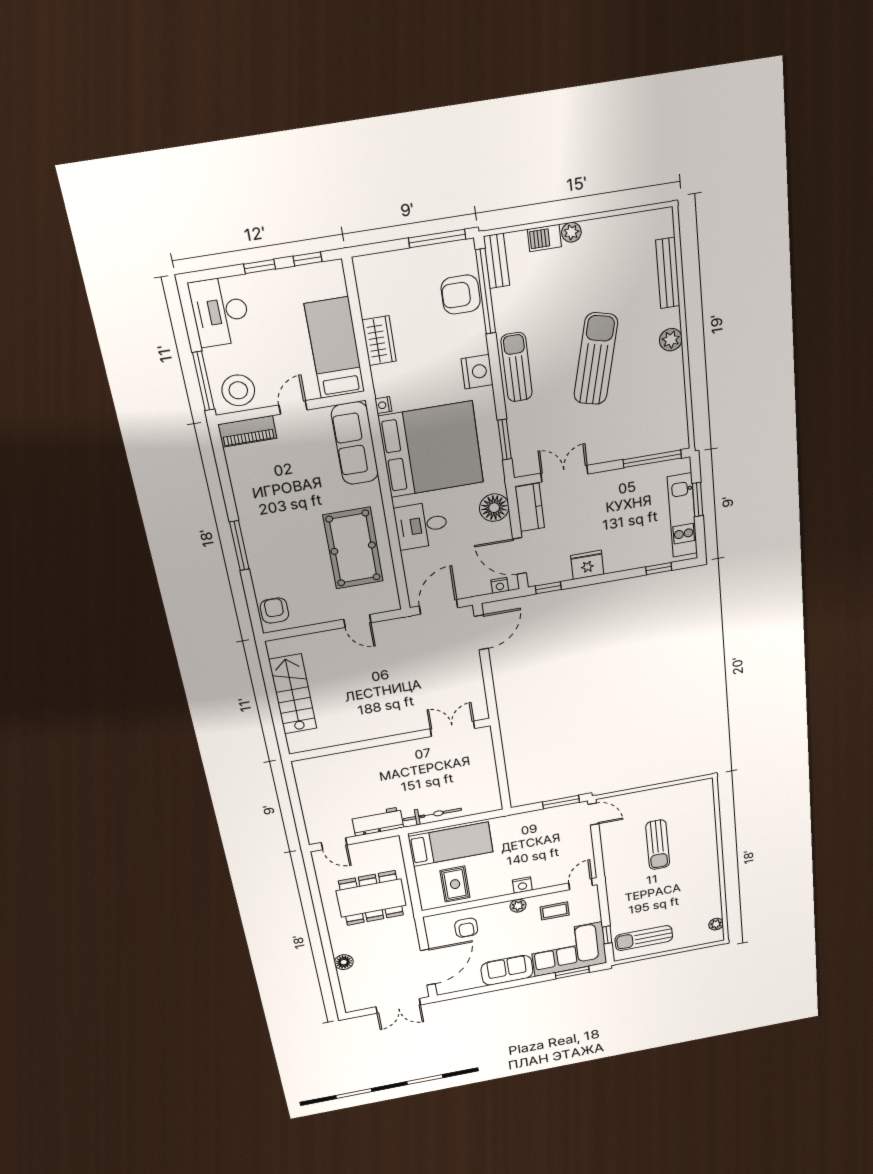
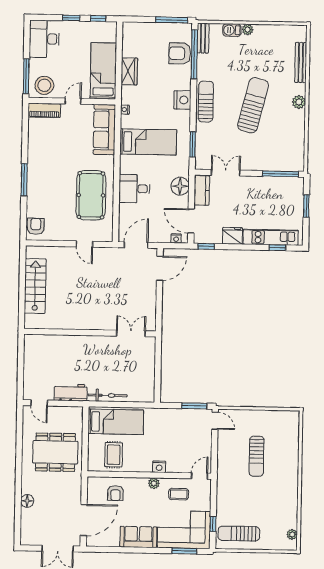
bed: (431, 449) -> (148, 142), width x0.49
kitchen unit: (682, 515) -> (271, 237), moved, turned 90

